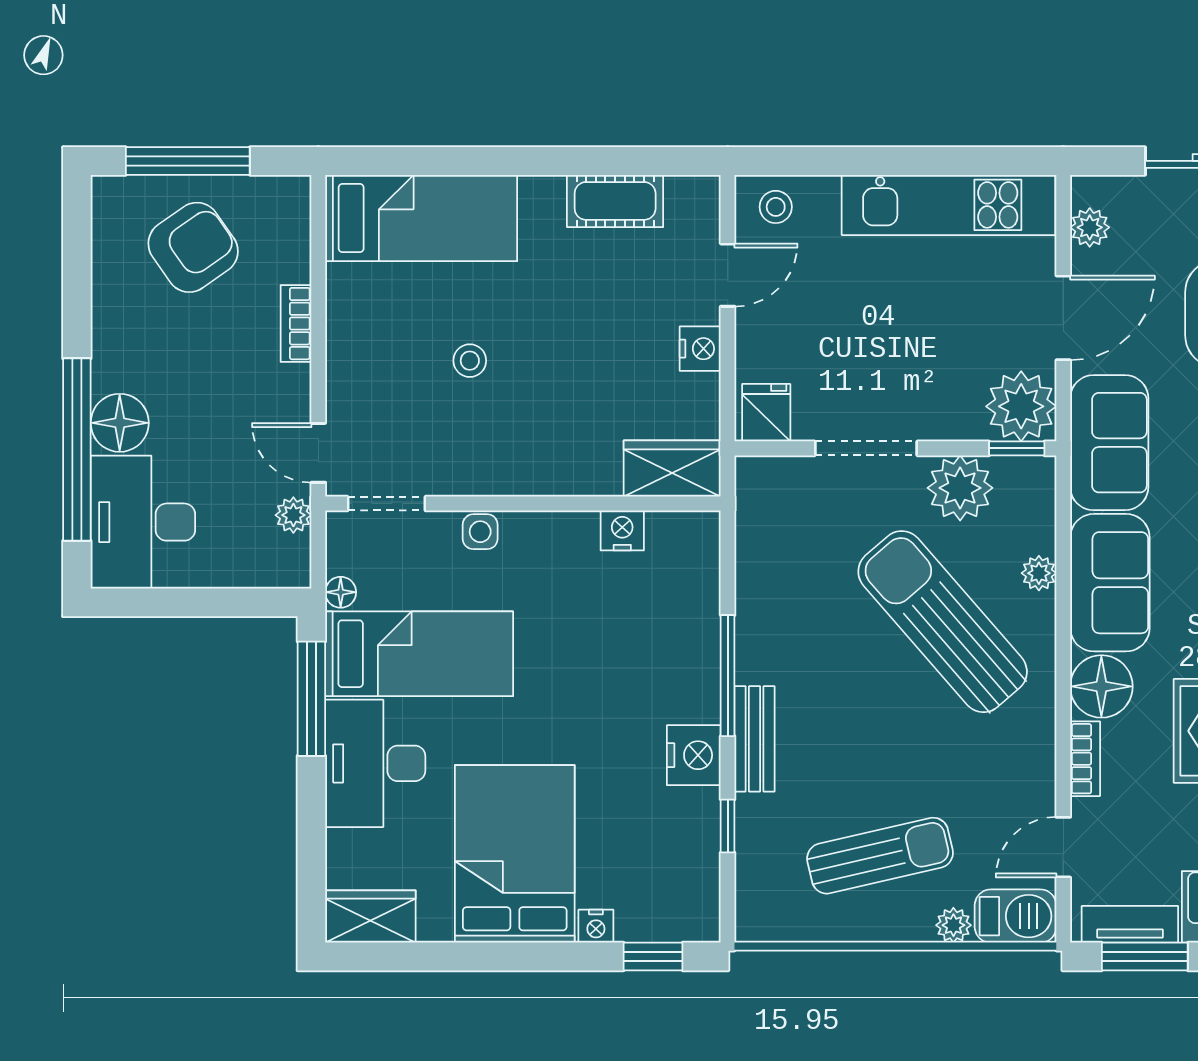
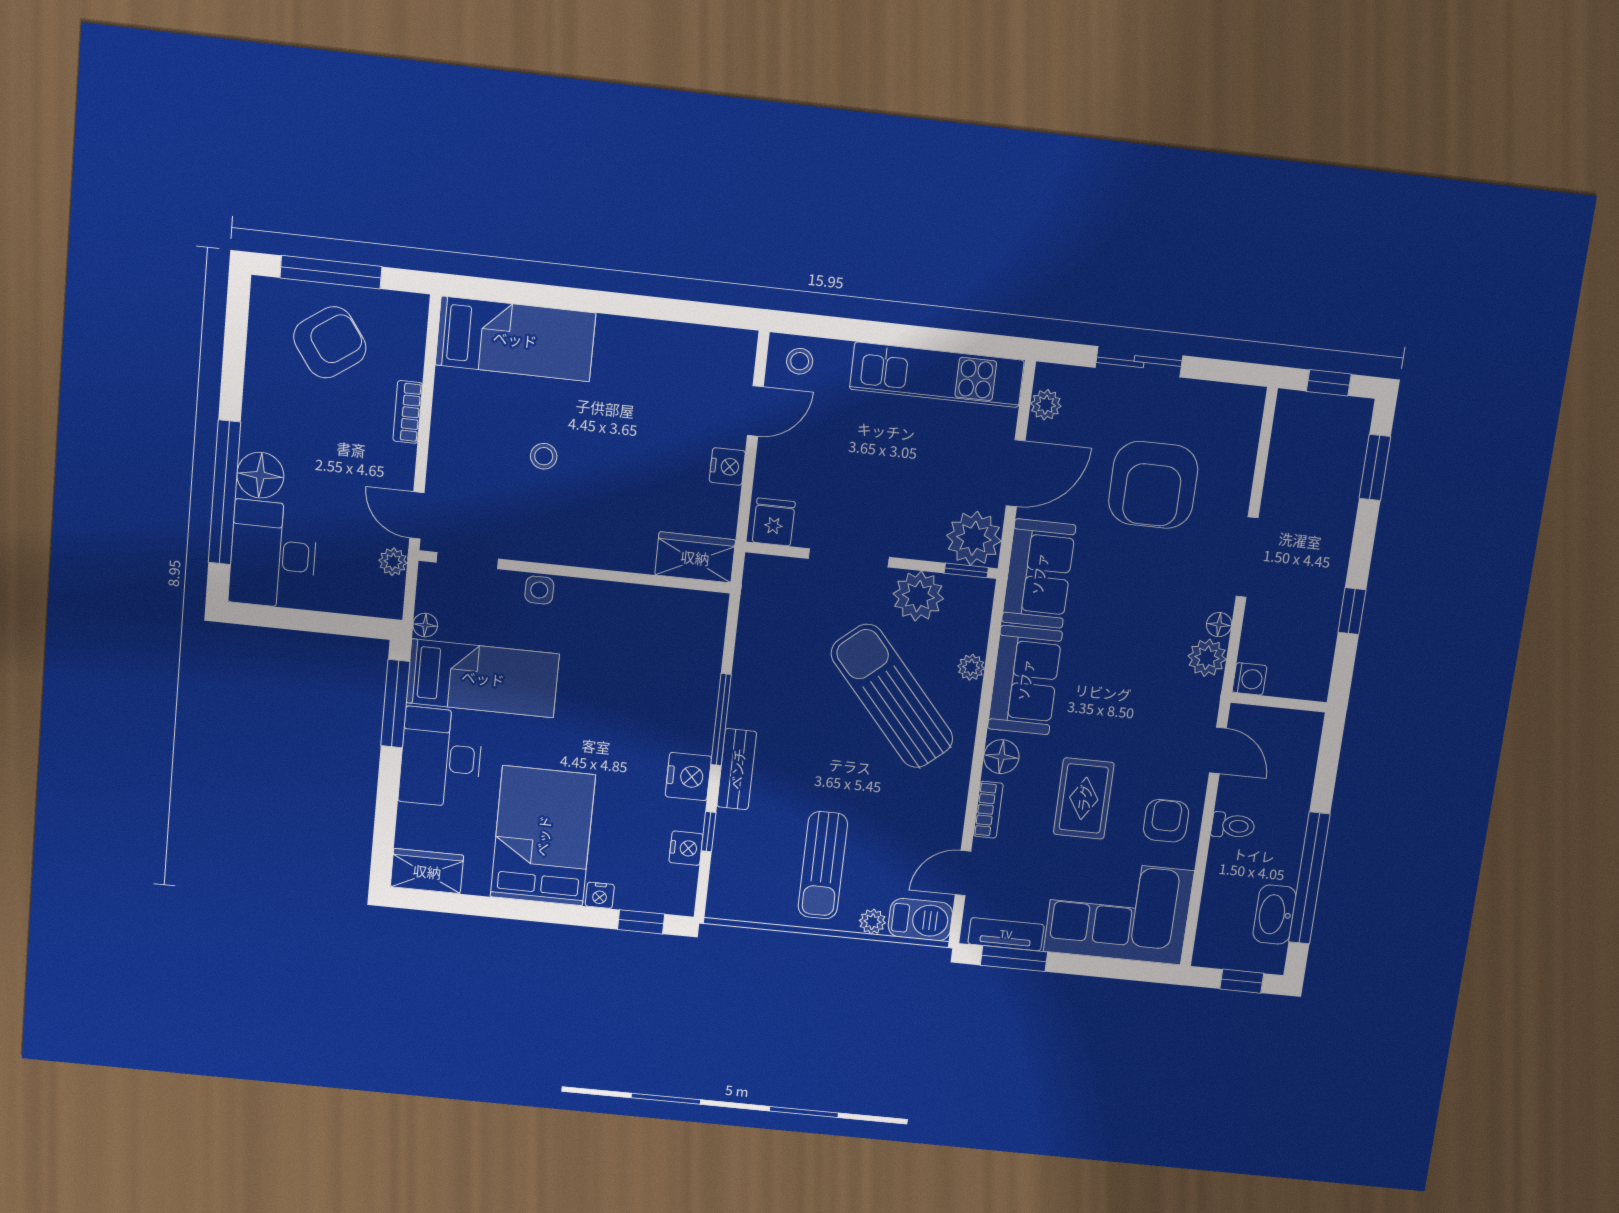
cot: (615, 201) -> (672, 342), removed
nightstand: (622, 530) -> (686, 848), moved, turned 90
floor lamp: (1101, 686) -> (1001, 757), width x0.73, depth x0.73
sun lounger: (880, 856) -> (823, 865), turned 103

